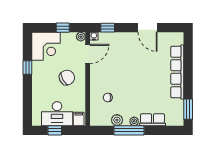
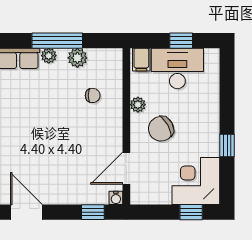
window: (63, 28) -> (191, 212), moved
plant: (81, 37) -> (138, 105), moved

